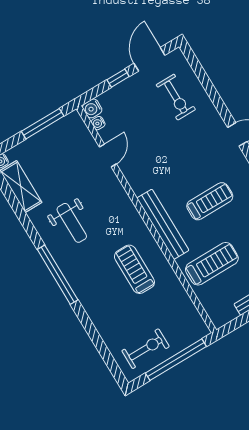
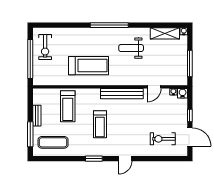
door: (108, 155) -> (154, 87), hinge flipped
bench: (163, 224) -> (122, 94), moved
treadmill: (134, 269) -> (89, 66), width x1.37, depth x1.38

